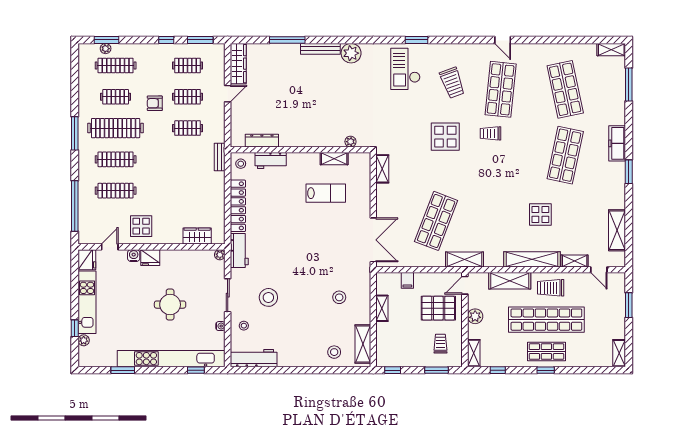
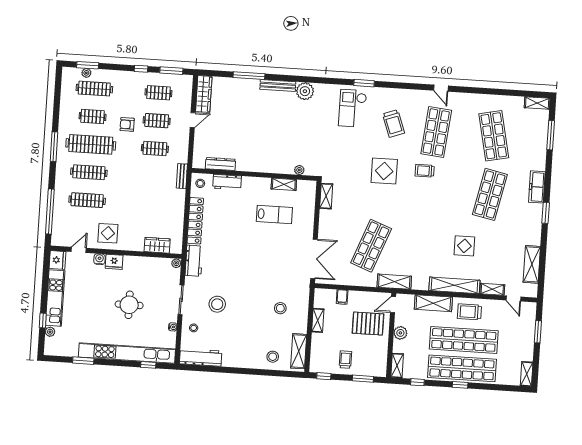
trolley: (440, 344) -> (345, 360), moved
shop shelf: (546, 352) -> (462, 368), width x2.00, depth x1.36

